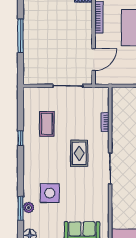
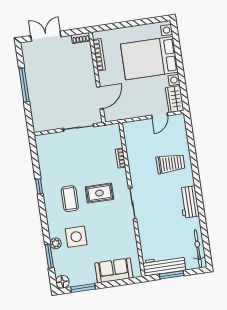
coffee table: (47, 124) -> (70, 199), moved
rug: (79, 153) -> (99, 193), turned 90
plant: (29, 208) -> (56, 243), moved

